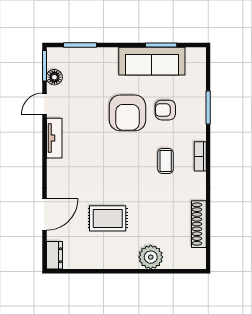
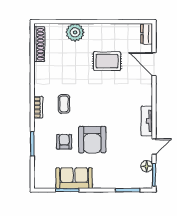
sofa: (152, 61) -> (74, 178), width x0.73
armchair: (165, 110) -> (64, 142), turned -90
armchair: (127, 113) -> (92, 140), turned 180
door: (44, 214) -> (154, 64), hinge flipped
shoe rack: (199, 224) -> (39, 44), moved

